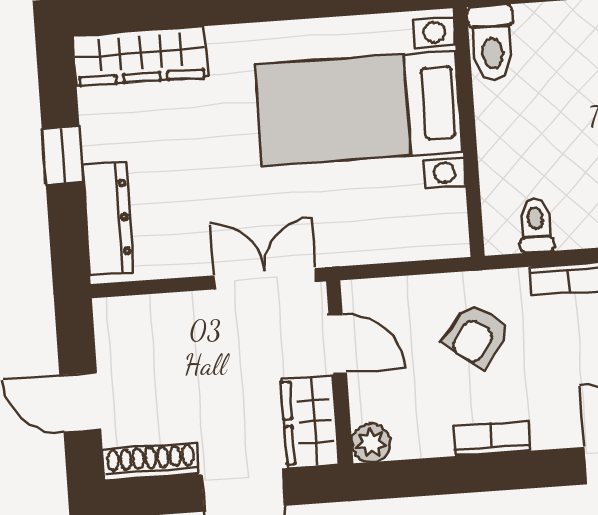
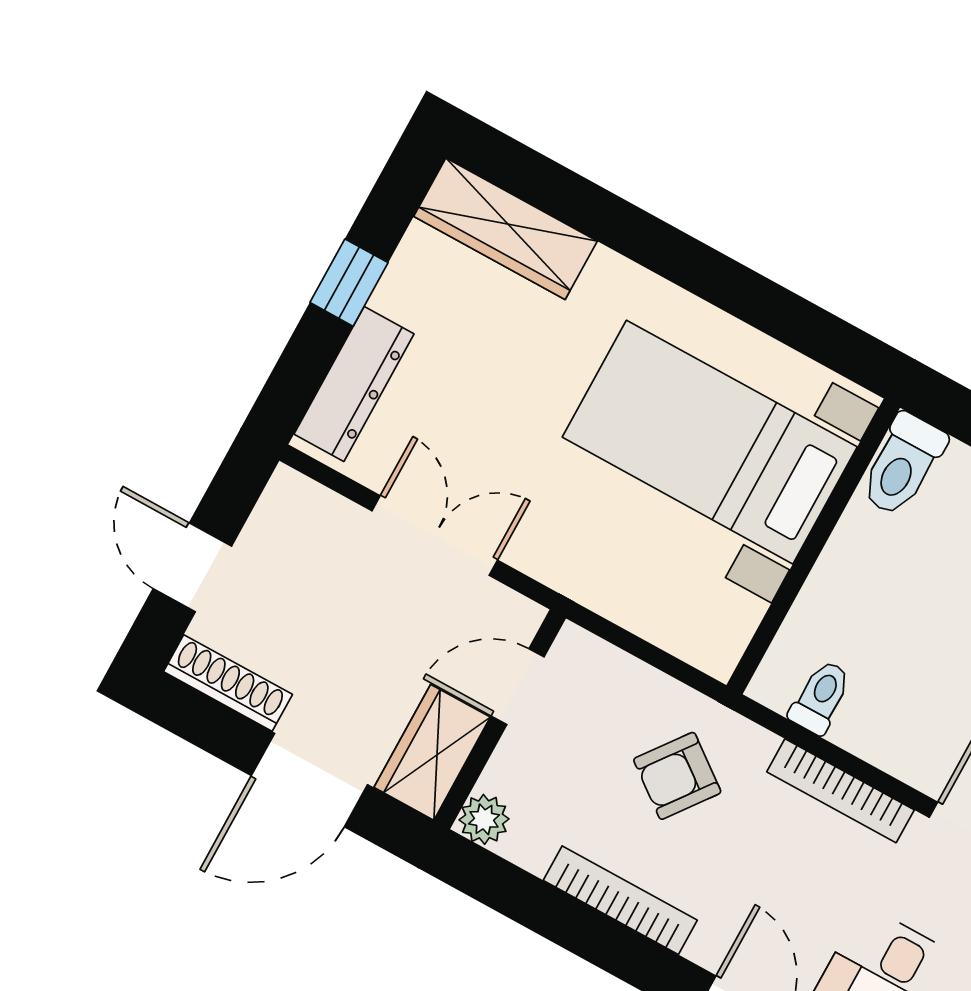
double door: (265, 279) -> (435, 536), moved
door: (338, 344) -> (518, 687), swing flipped
bookcase: (492, 438) -> (620, 900), width x1.56

